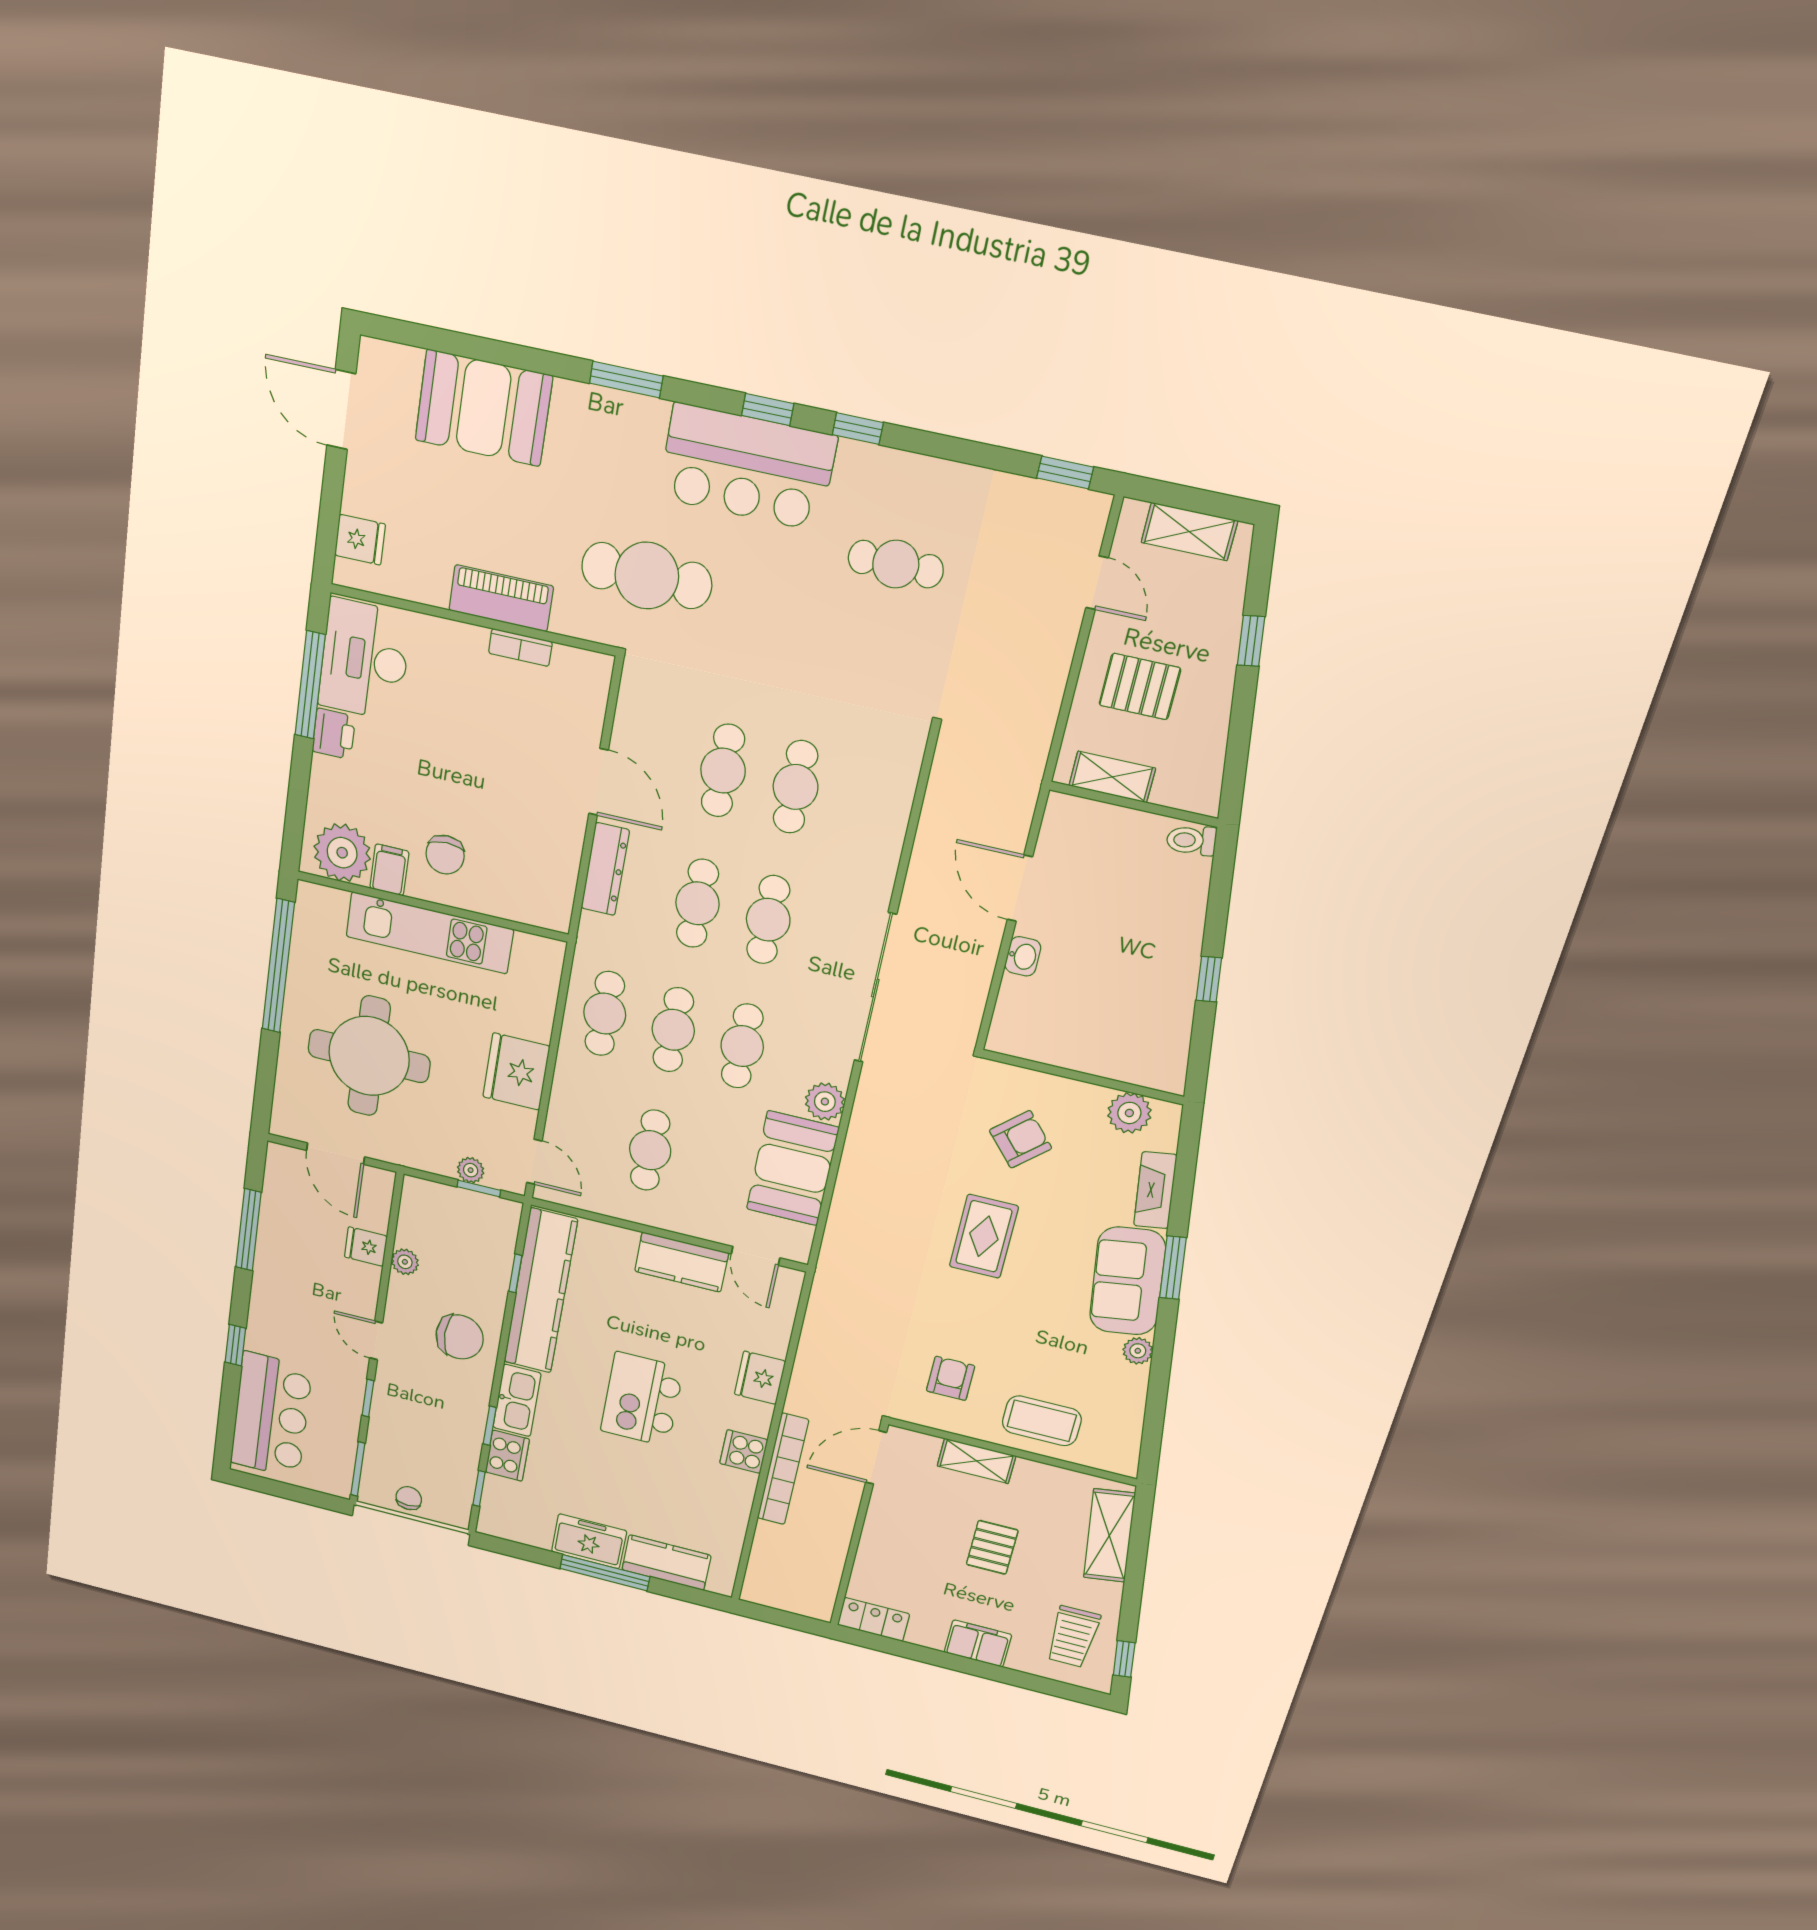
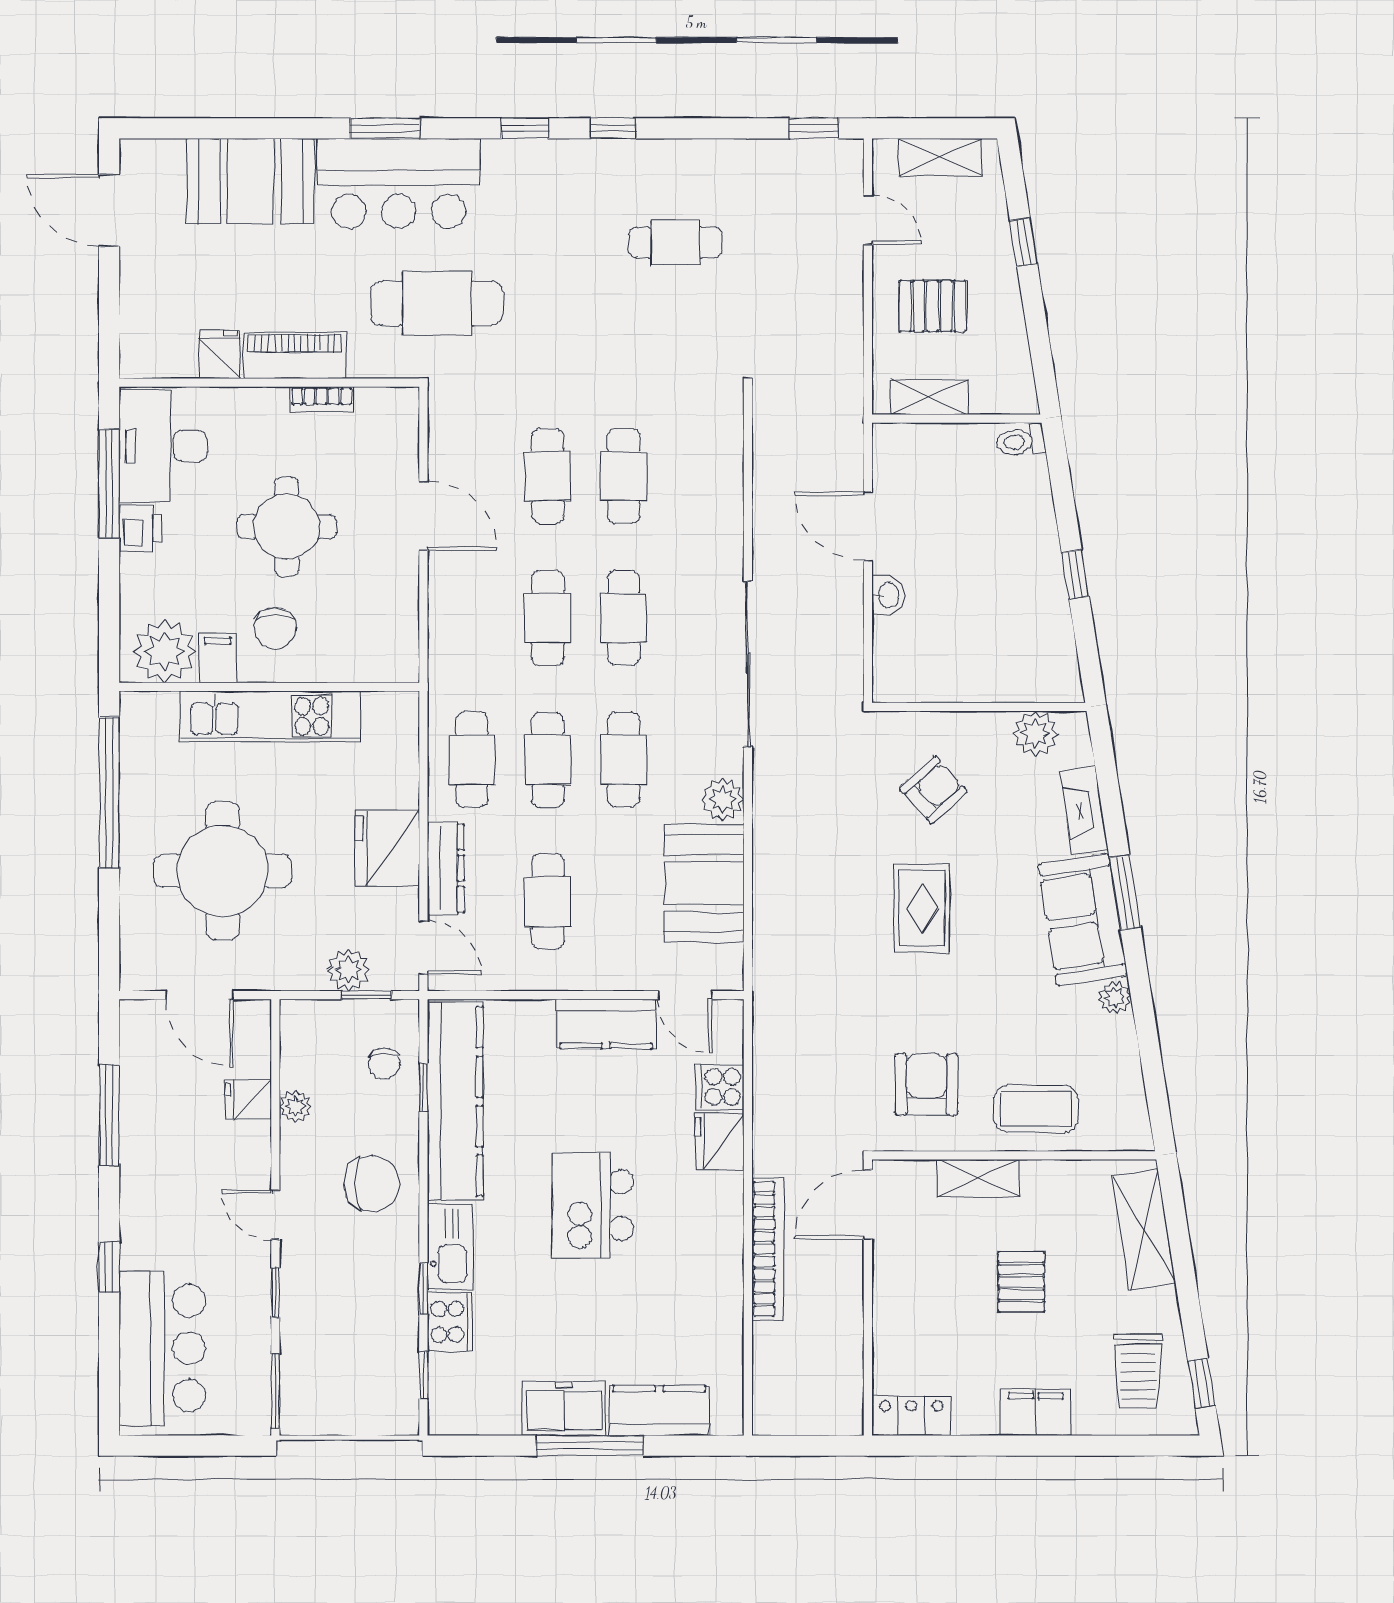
bar counter: (747, 467) -> (399, 183), moved
fridge: (360, 540) -> (220, 354), moved, turned -90
round table: (469, 763) -> (287, 527), added
dresser: (605, 869) -> (446, 868), moved
plant: (471, 1170) -> (348, 970), width x1.38, depth x1.38
armchair: (951, 1378) -> (926, 1085), width x1.38, depth x1.38
cooker: (744, 1452) -> (720, 1087), moved
chair: (409, 1498) -> (384, 1063), moved, turned 180

